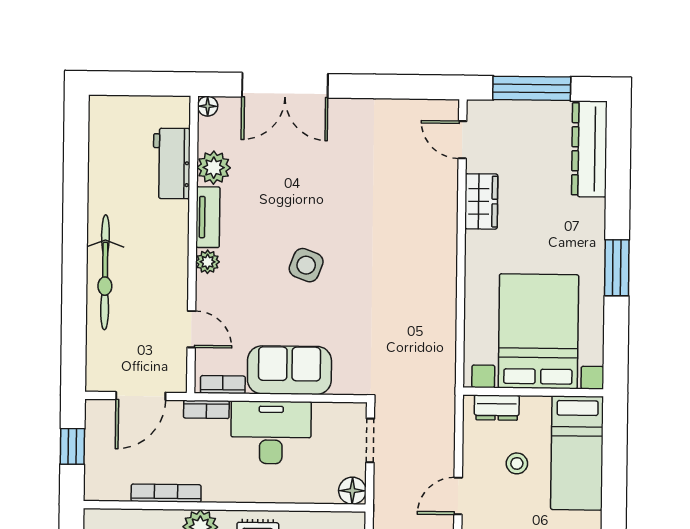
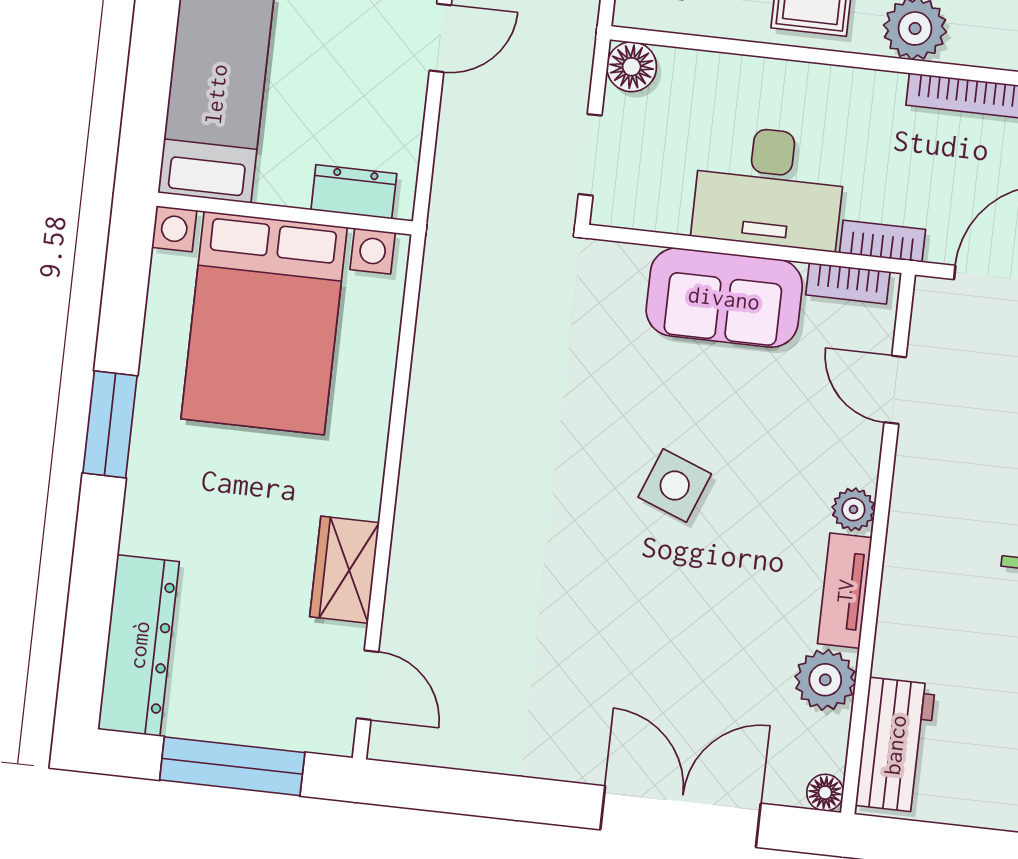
workbench: (172, 163) -> (895, 745), moved
stool: (517, 463) -> (327, 86), removed

